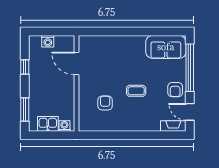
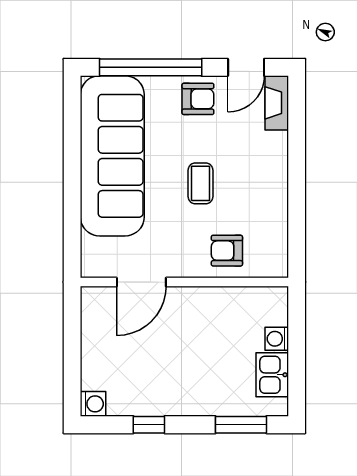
washing machine: (48, 41) -> (93, 404), moved
sofa: (166, 47) -> (112, 156), width x1.85, depth x1.27
door: (76, 63) -> (141, 282), moved
wall: (76, 83) -> (184, 282), moved

